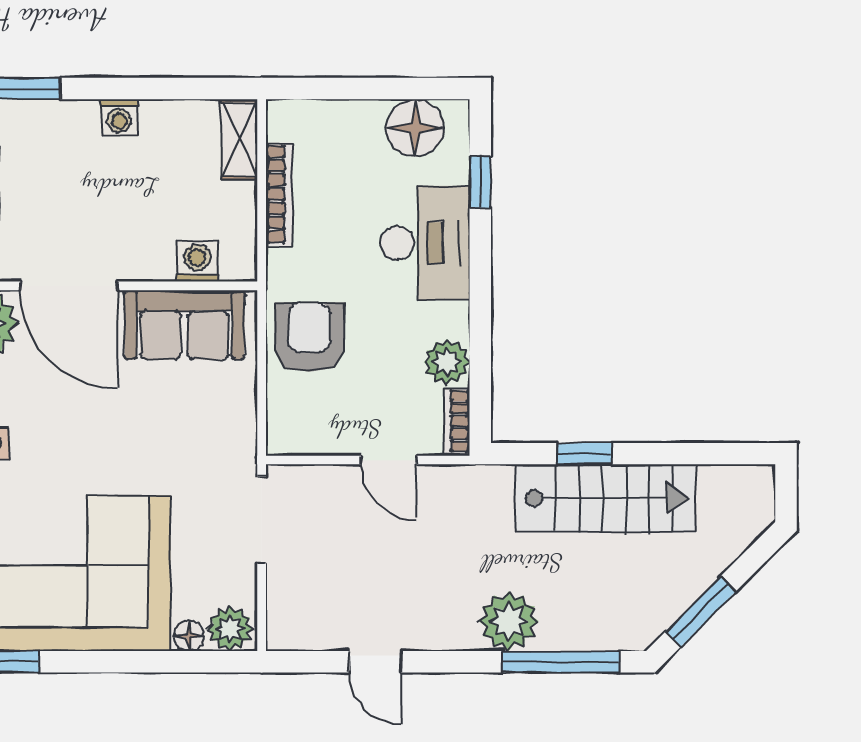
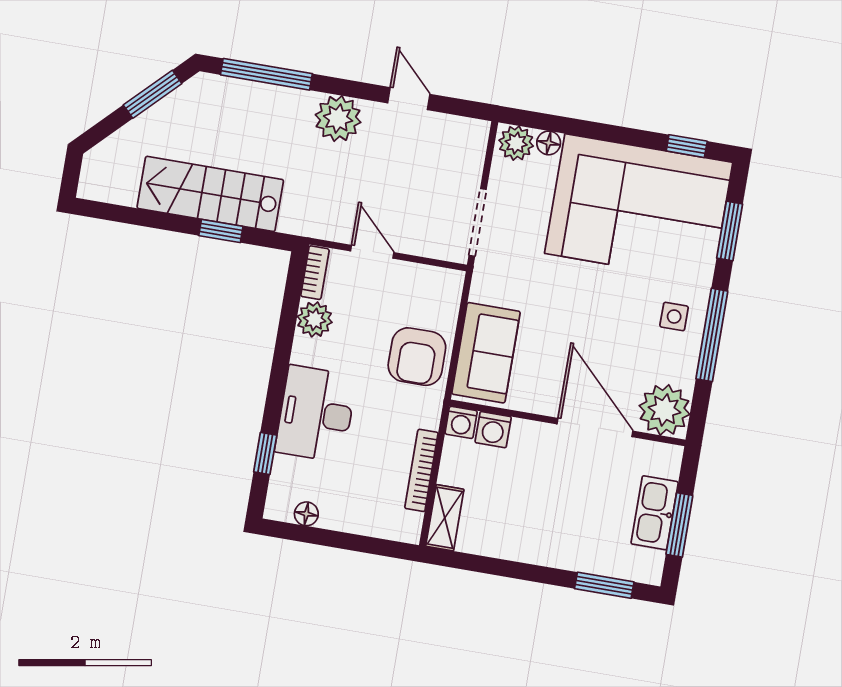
washing machine: (119, 117) -> (461, 422), moved, turned 180
floor lamp: (415, 128) -> (306, 514), width x0.53, depth x0.53
sofa: (184, 325) -> (486, 353), moved, turned 90
plant: (509, 621) -> (338, 118), moved

